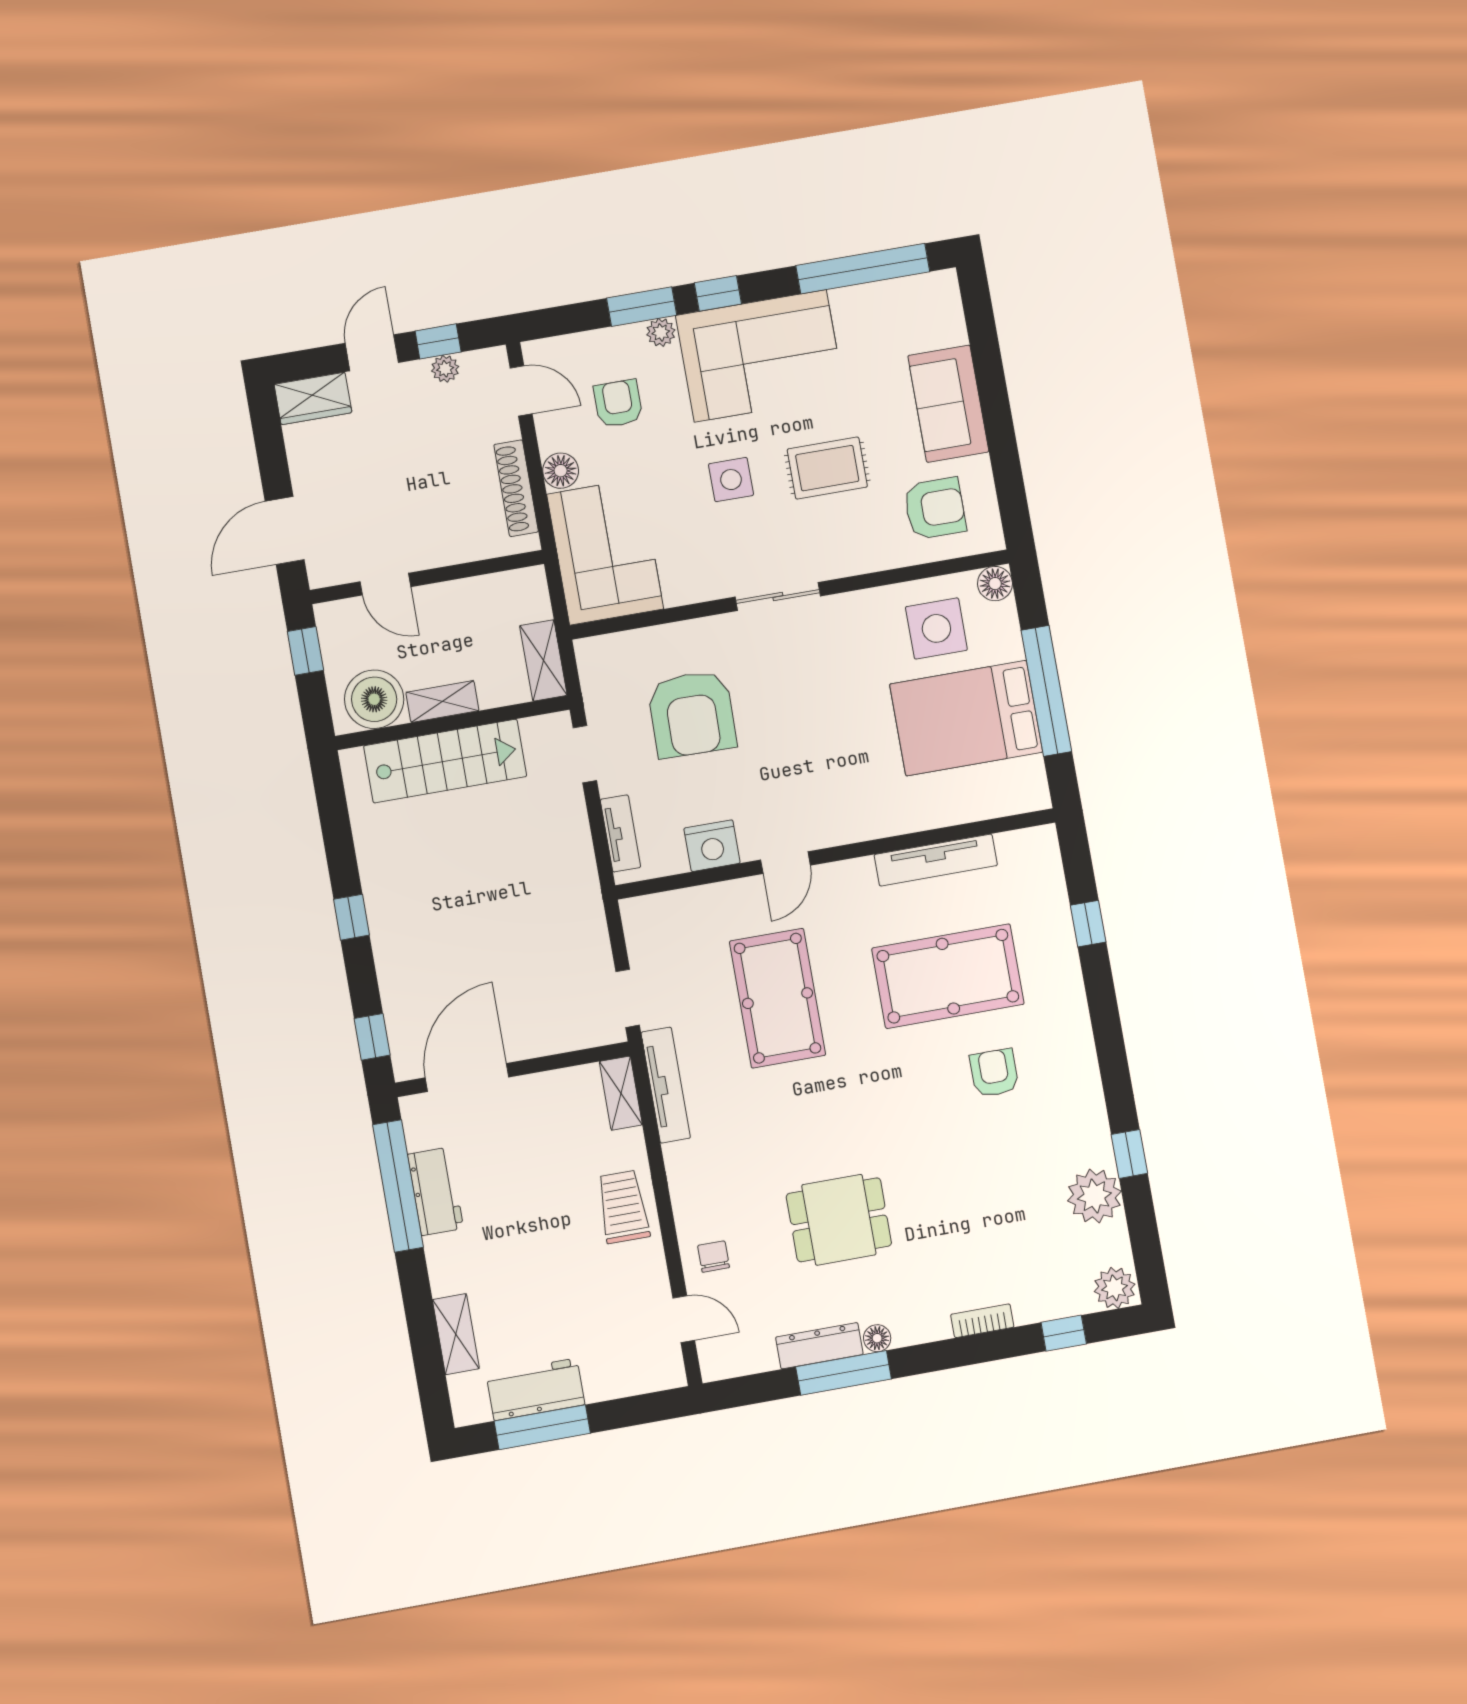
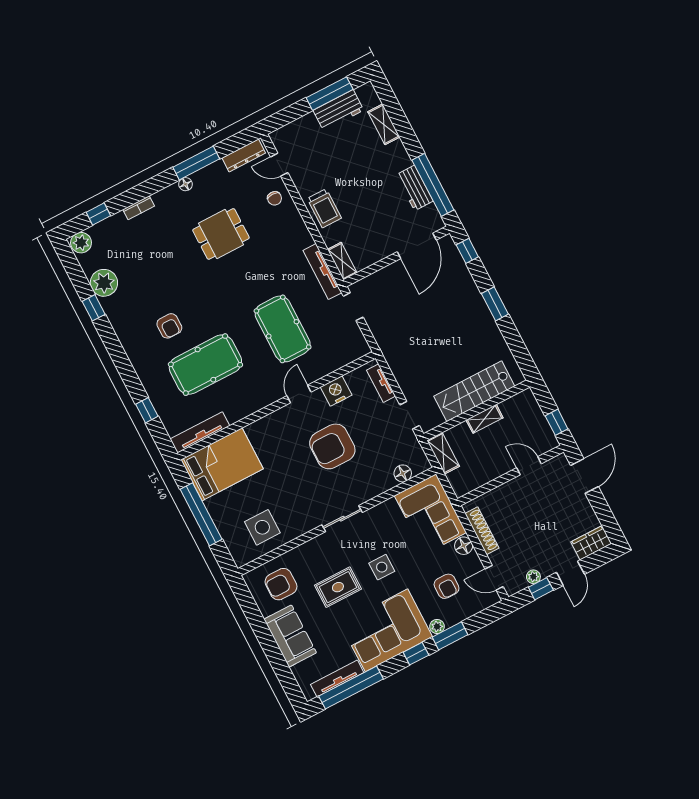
tv unit: (884, 294) -> (337, 679), added
floor lamp: (995, 584) -> (403, 473), moved
boiler: (374, 699) -> (517, 410), removed
armchair: (692, 714) -> (332, 446), moved, turned -91
bed: (966, 718) -> (222, 464), moved
tv unit: (936, 860) -> (200, 432), moved
window: (351, 917) -> (495, 304), width x1.50
dresser: (819, 1346) -> (244, 155), moved

